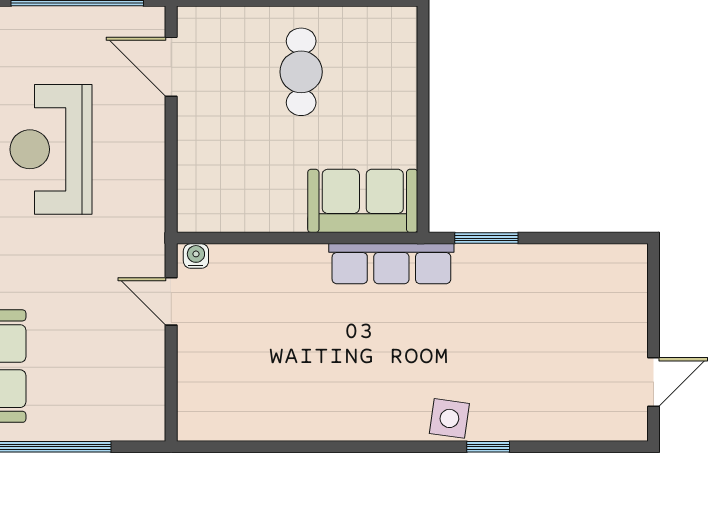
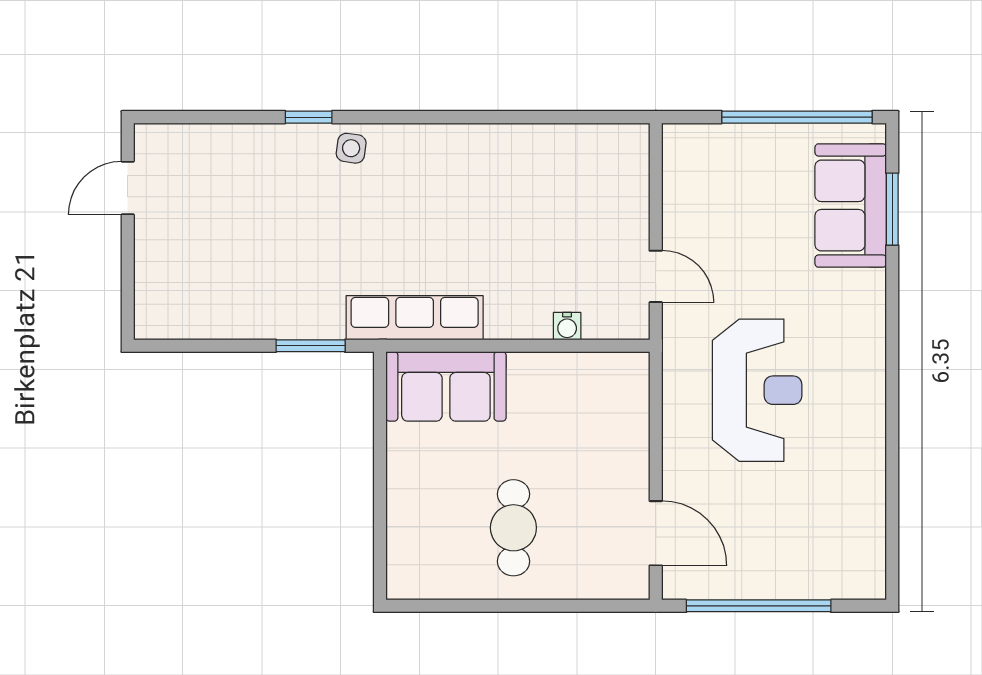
reception desk: (51, 149) -> (757, 390), moved
water cooler: (196, 256) -> (567, 326), moved
side table: (449, 418) -> (351, 148), width x0.73, depth x0.73

